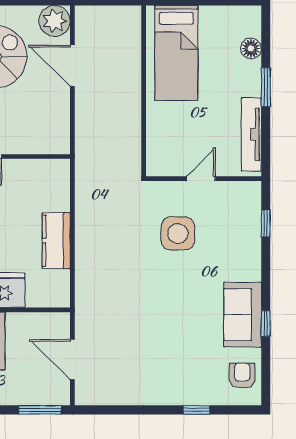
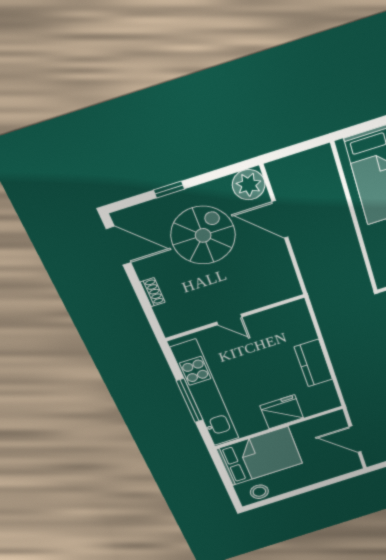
window: (40, 410) -> (340, 479), removed

